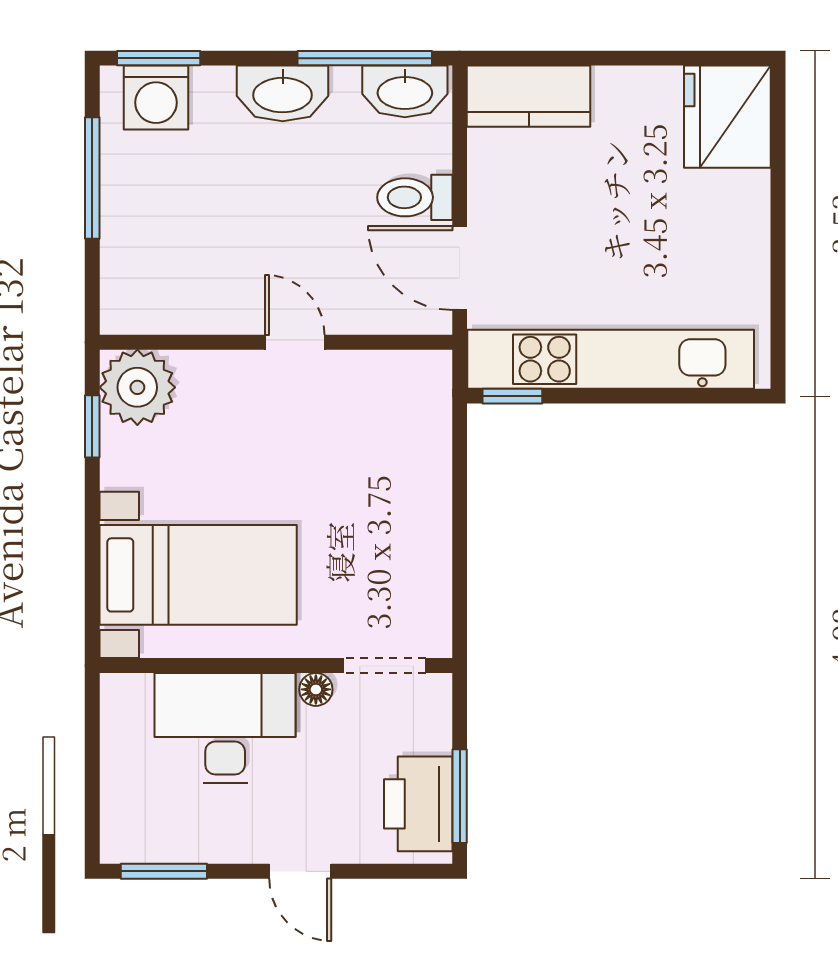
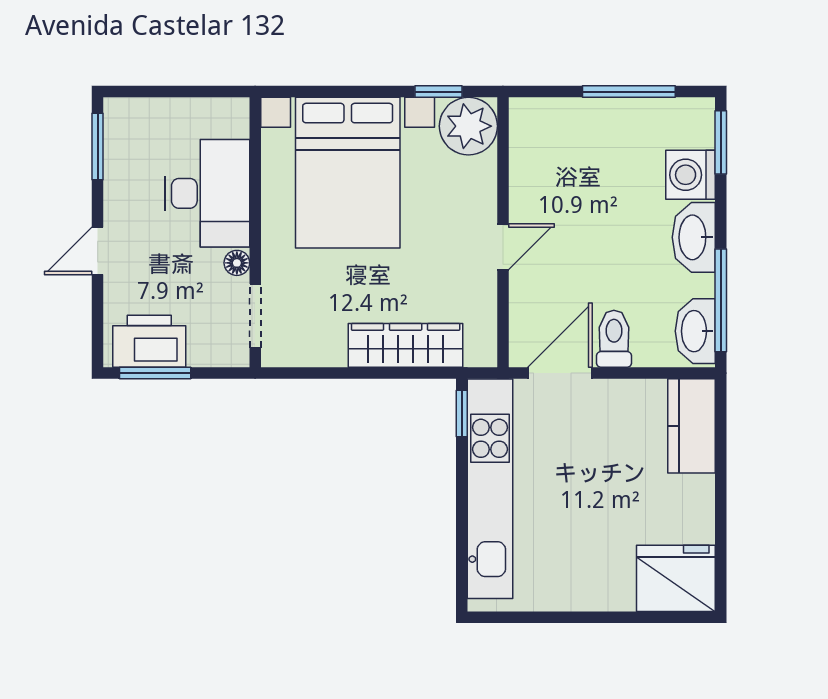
washing machine: (156, 98) -> (690, 175), moved
wardrobe: (423, 469) -> (406, 345), added
bed with nightstands: (198, 575) -> (348, 173), width x1.36

